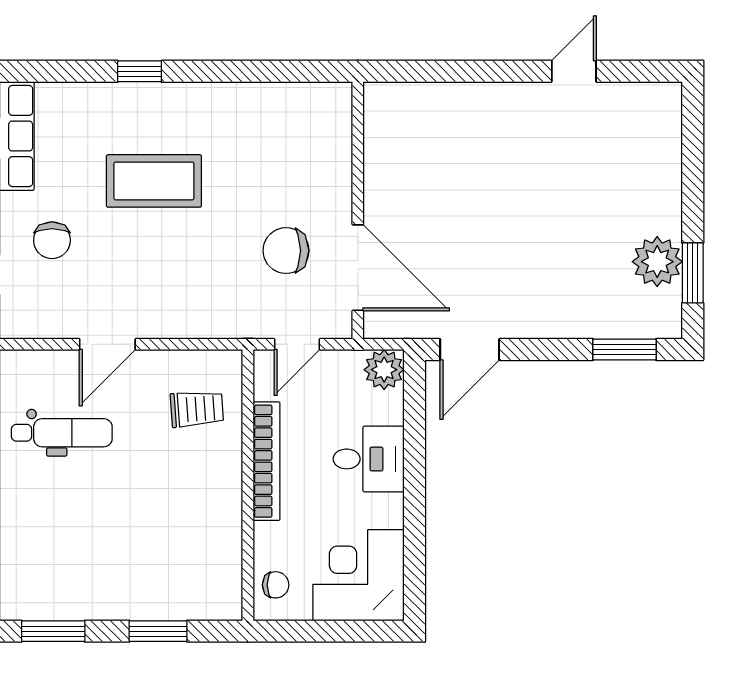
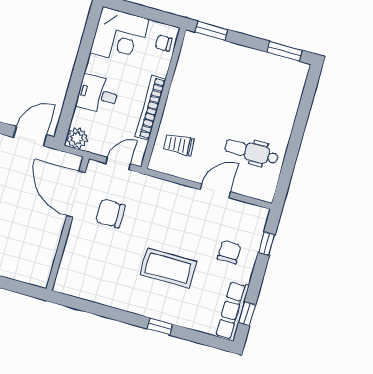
chair: (286, 251) -> (110, 213), turned 180
window: (158, 631) -> (211, 31), moved

